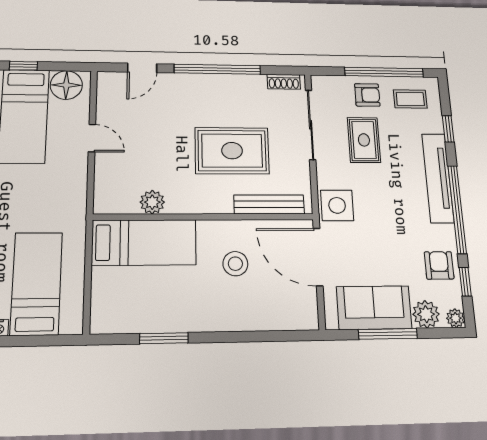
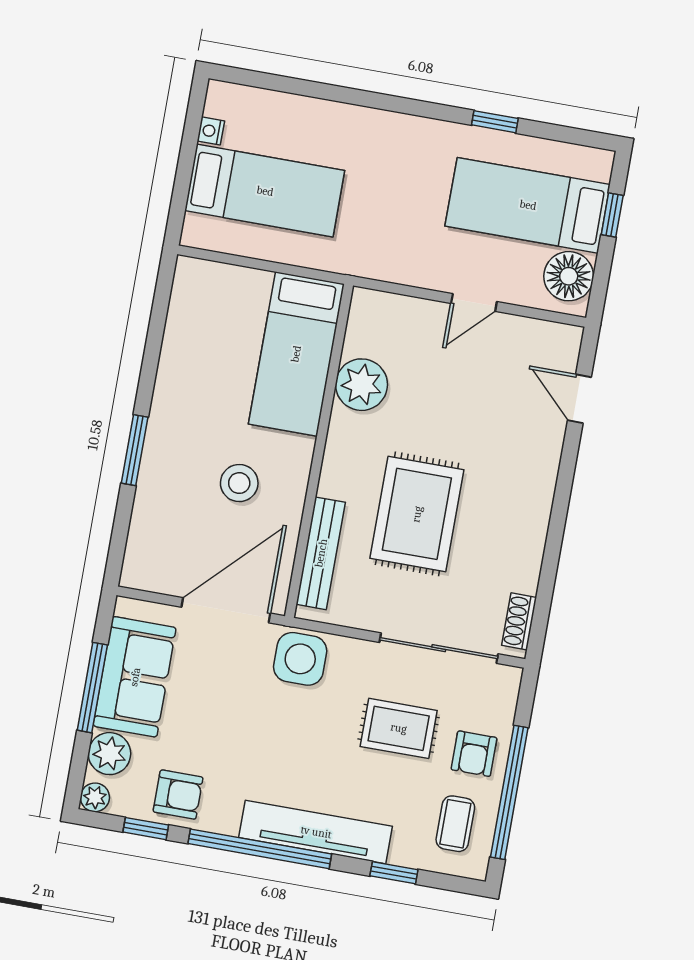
window: (217, 69) -> (558, 518), removed
plant: (152, 202) -> (362, 385), width x1.36, depth x1.36
window: (164, 338) -> (135, 450), moved

